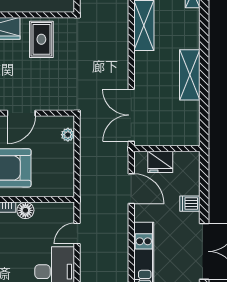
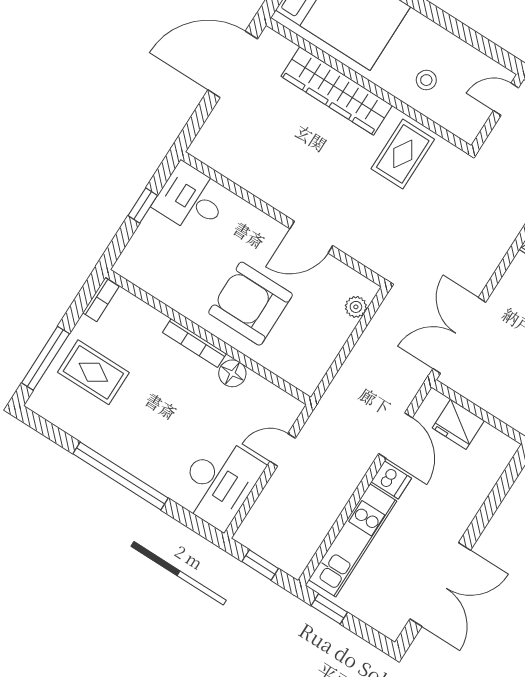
dishwasher: (190, 204) -> (391, 480), moved, turned 180

